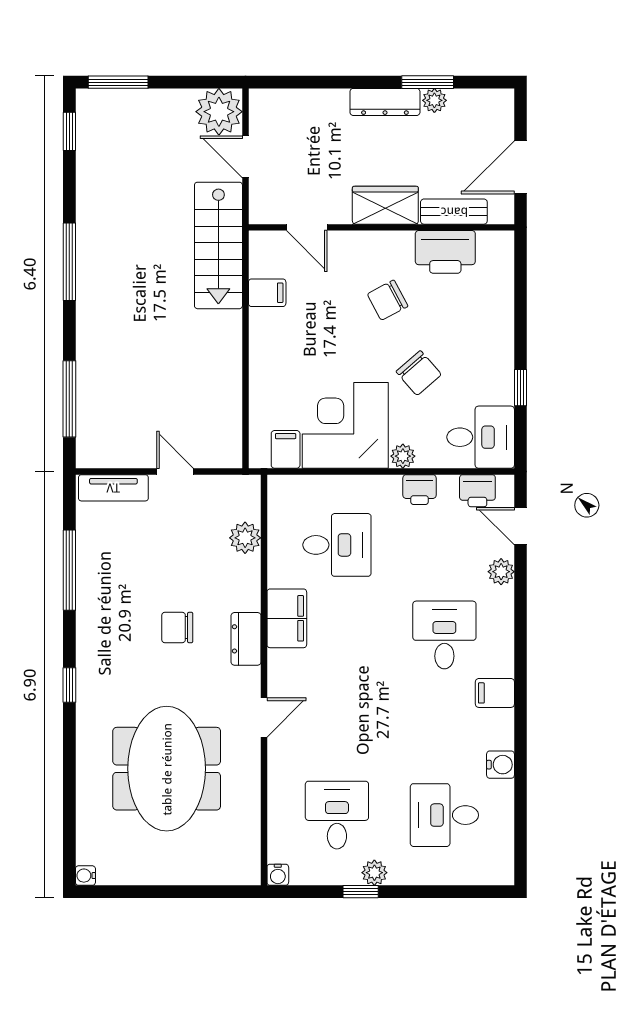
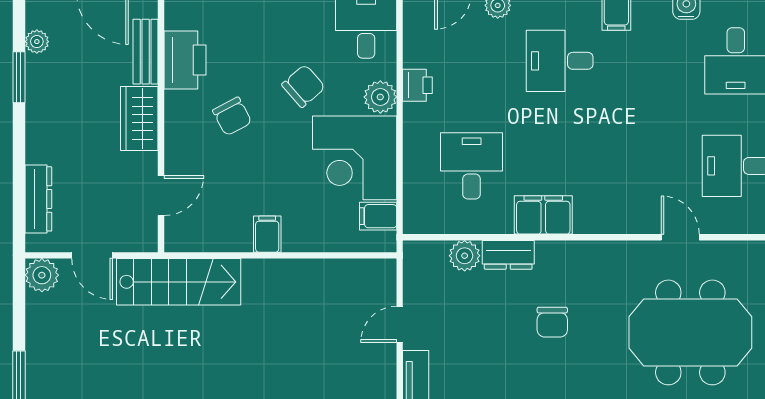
plant: (434, 100) -> (37, 42), moved
dresser: (385, 102) -> (38, 199), moved
plant: (219, 112) -> (42, 275), width x0.73, depth x0.73
door: (245, 157) -> (92, 255), hinge flipped
filing cabinet: (267, 293) -> (267, 234), moved
plant: (403, 456) -> (380, 97), width x1.38, depth x1.38
printer: (477, 491) -> (419, 28), removed
dresser: (246, 639) -> (508, 255), moved
door: (264, 717) -> (680, 237), moved

